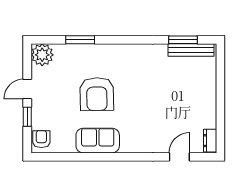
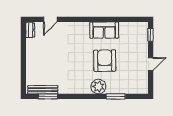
plant: (42, 55) -> (98, 87), moved
window: (27, 117) -> (151, 35), moved
armchair: (41, 139) -> (141, 31), removed

